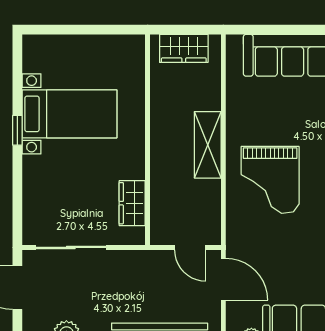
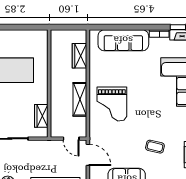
wardrobe: (184, 48) -> (80, 56), moved, turned 90
shelving: (208, 145) -> (80, 99), moved

